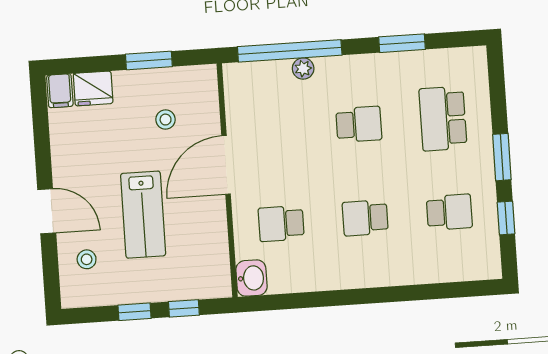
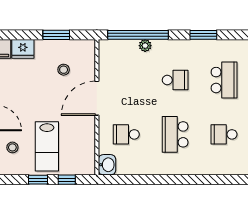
school desk: (443, 119) -> (224, 80), turned 180
school desk: (449, 212) -> (224, 134), turned 180
lab bench: (143, 215) -> (47, 146), moved
school desk: (365, 218) -> (175, 134), width x1.85

